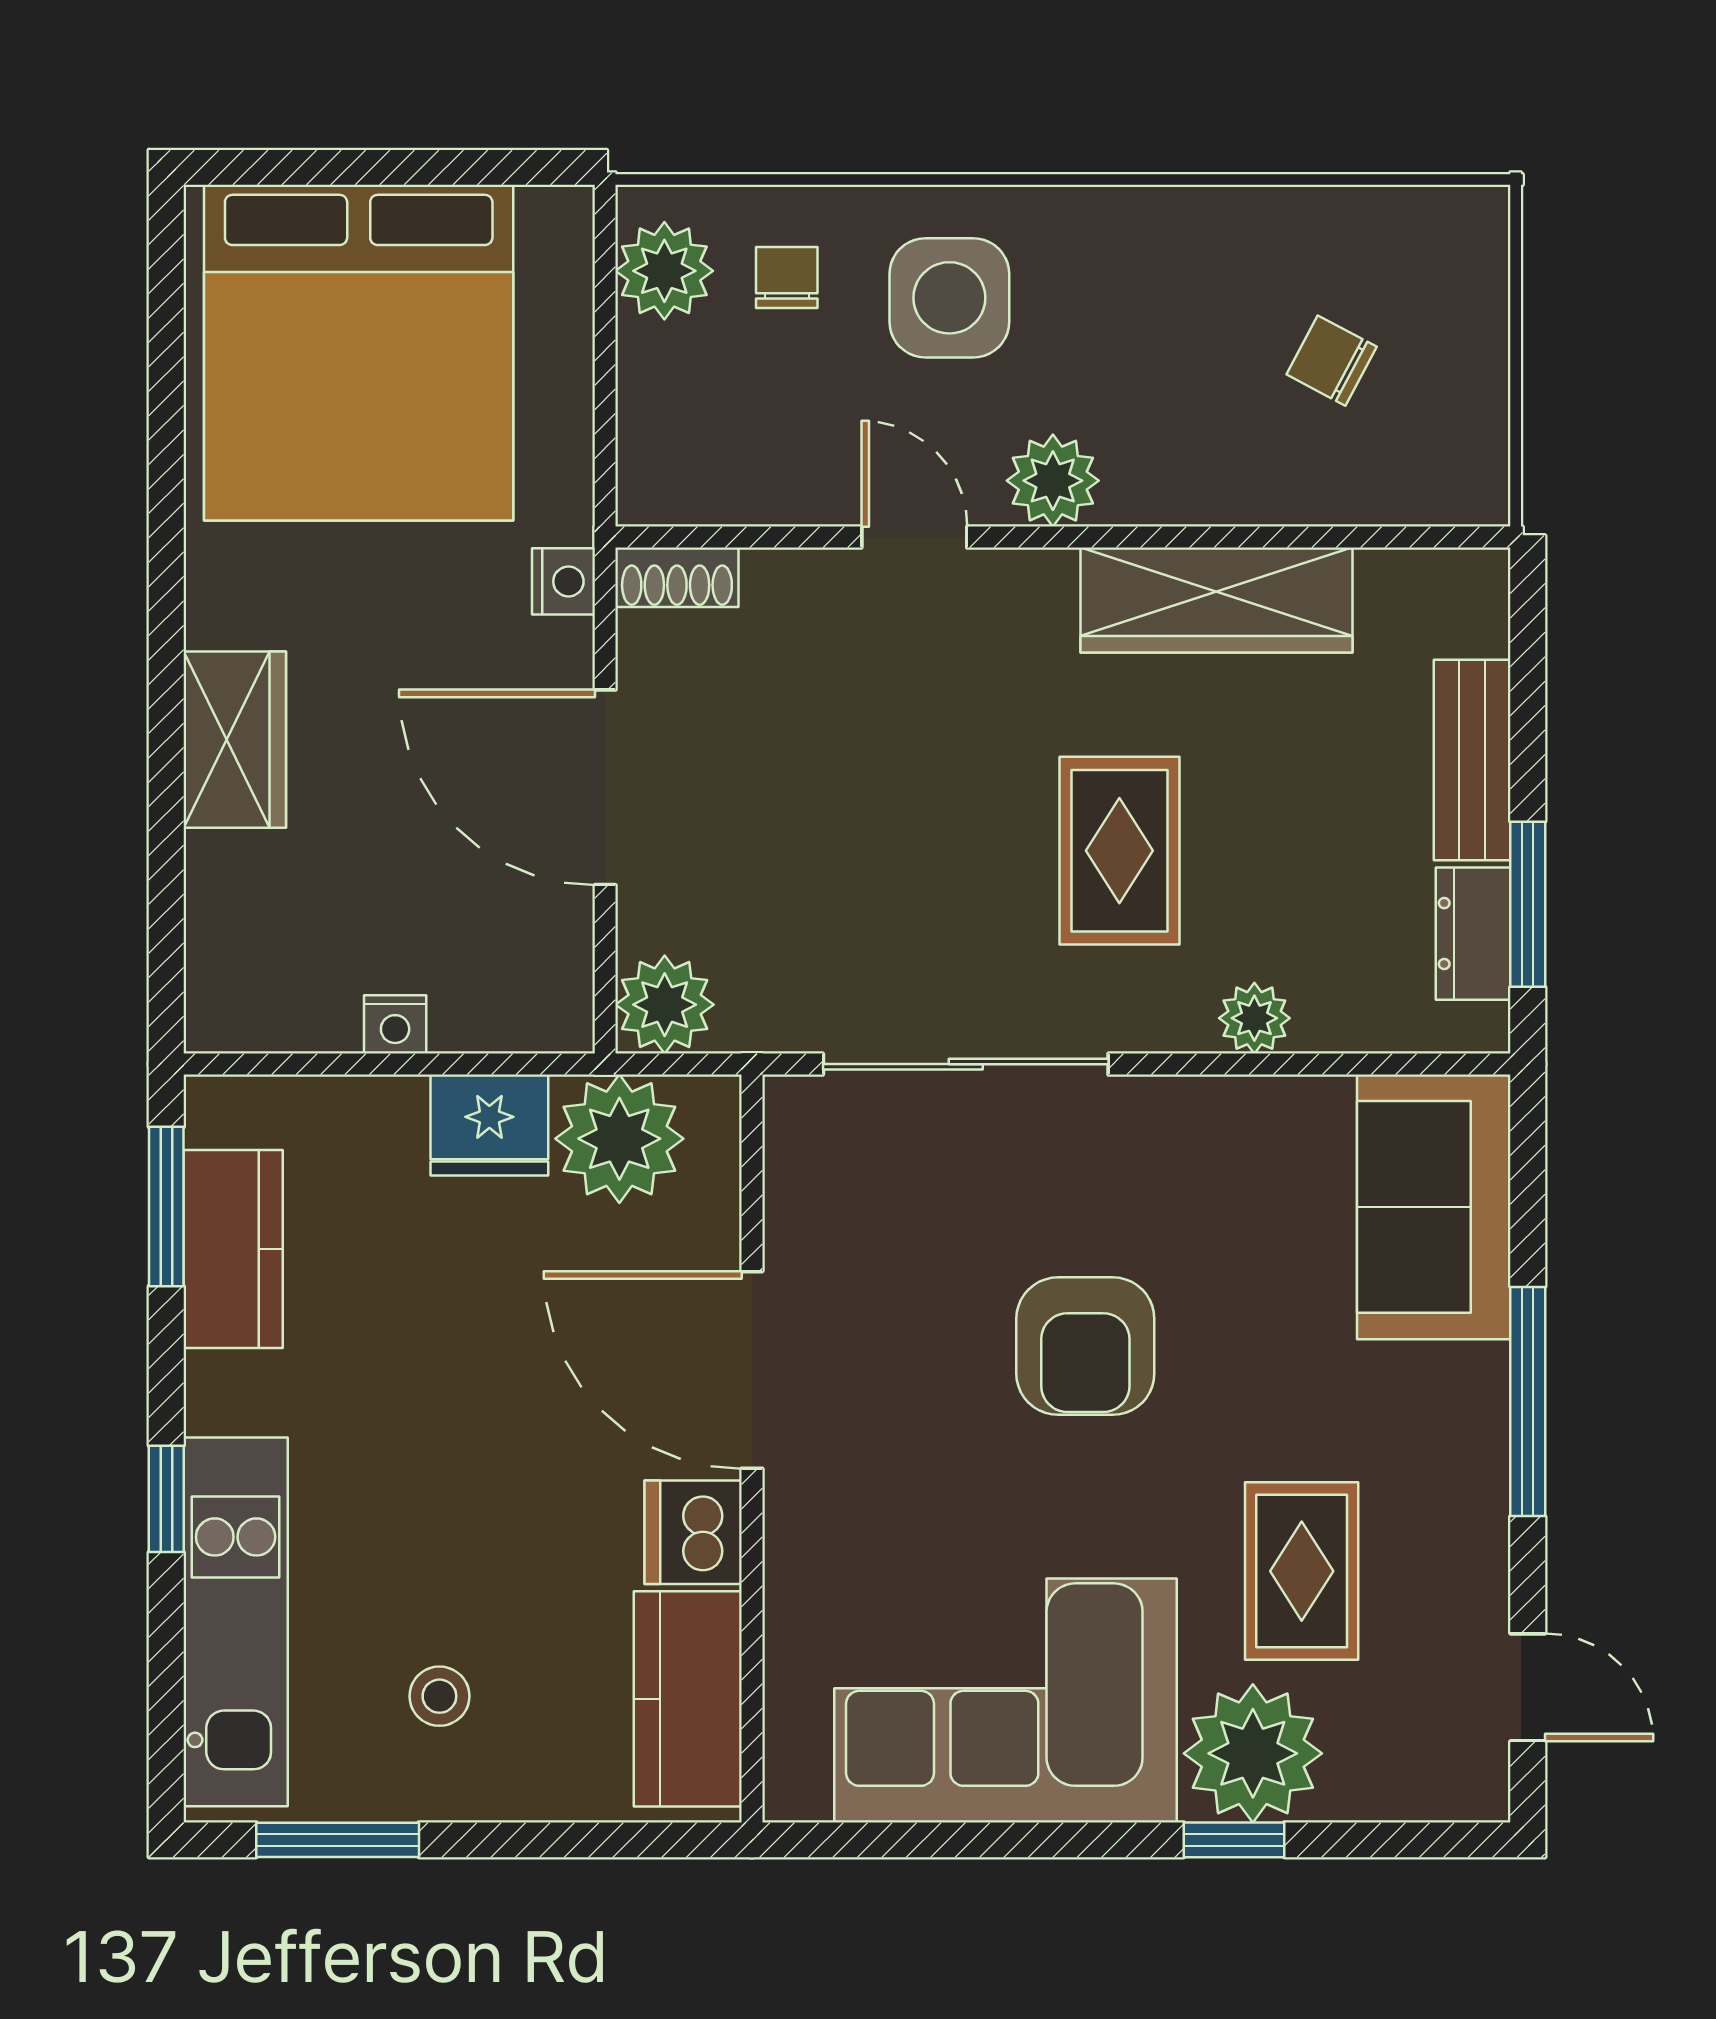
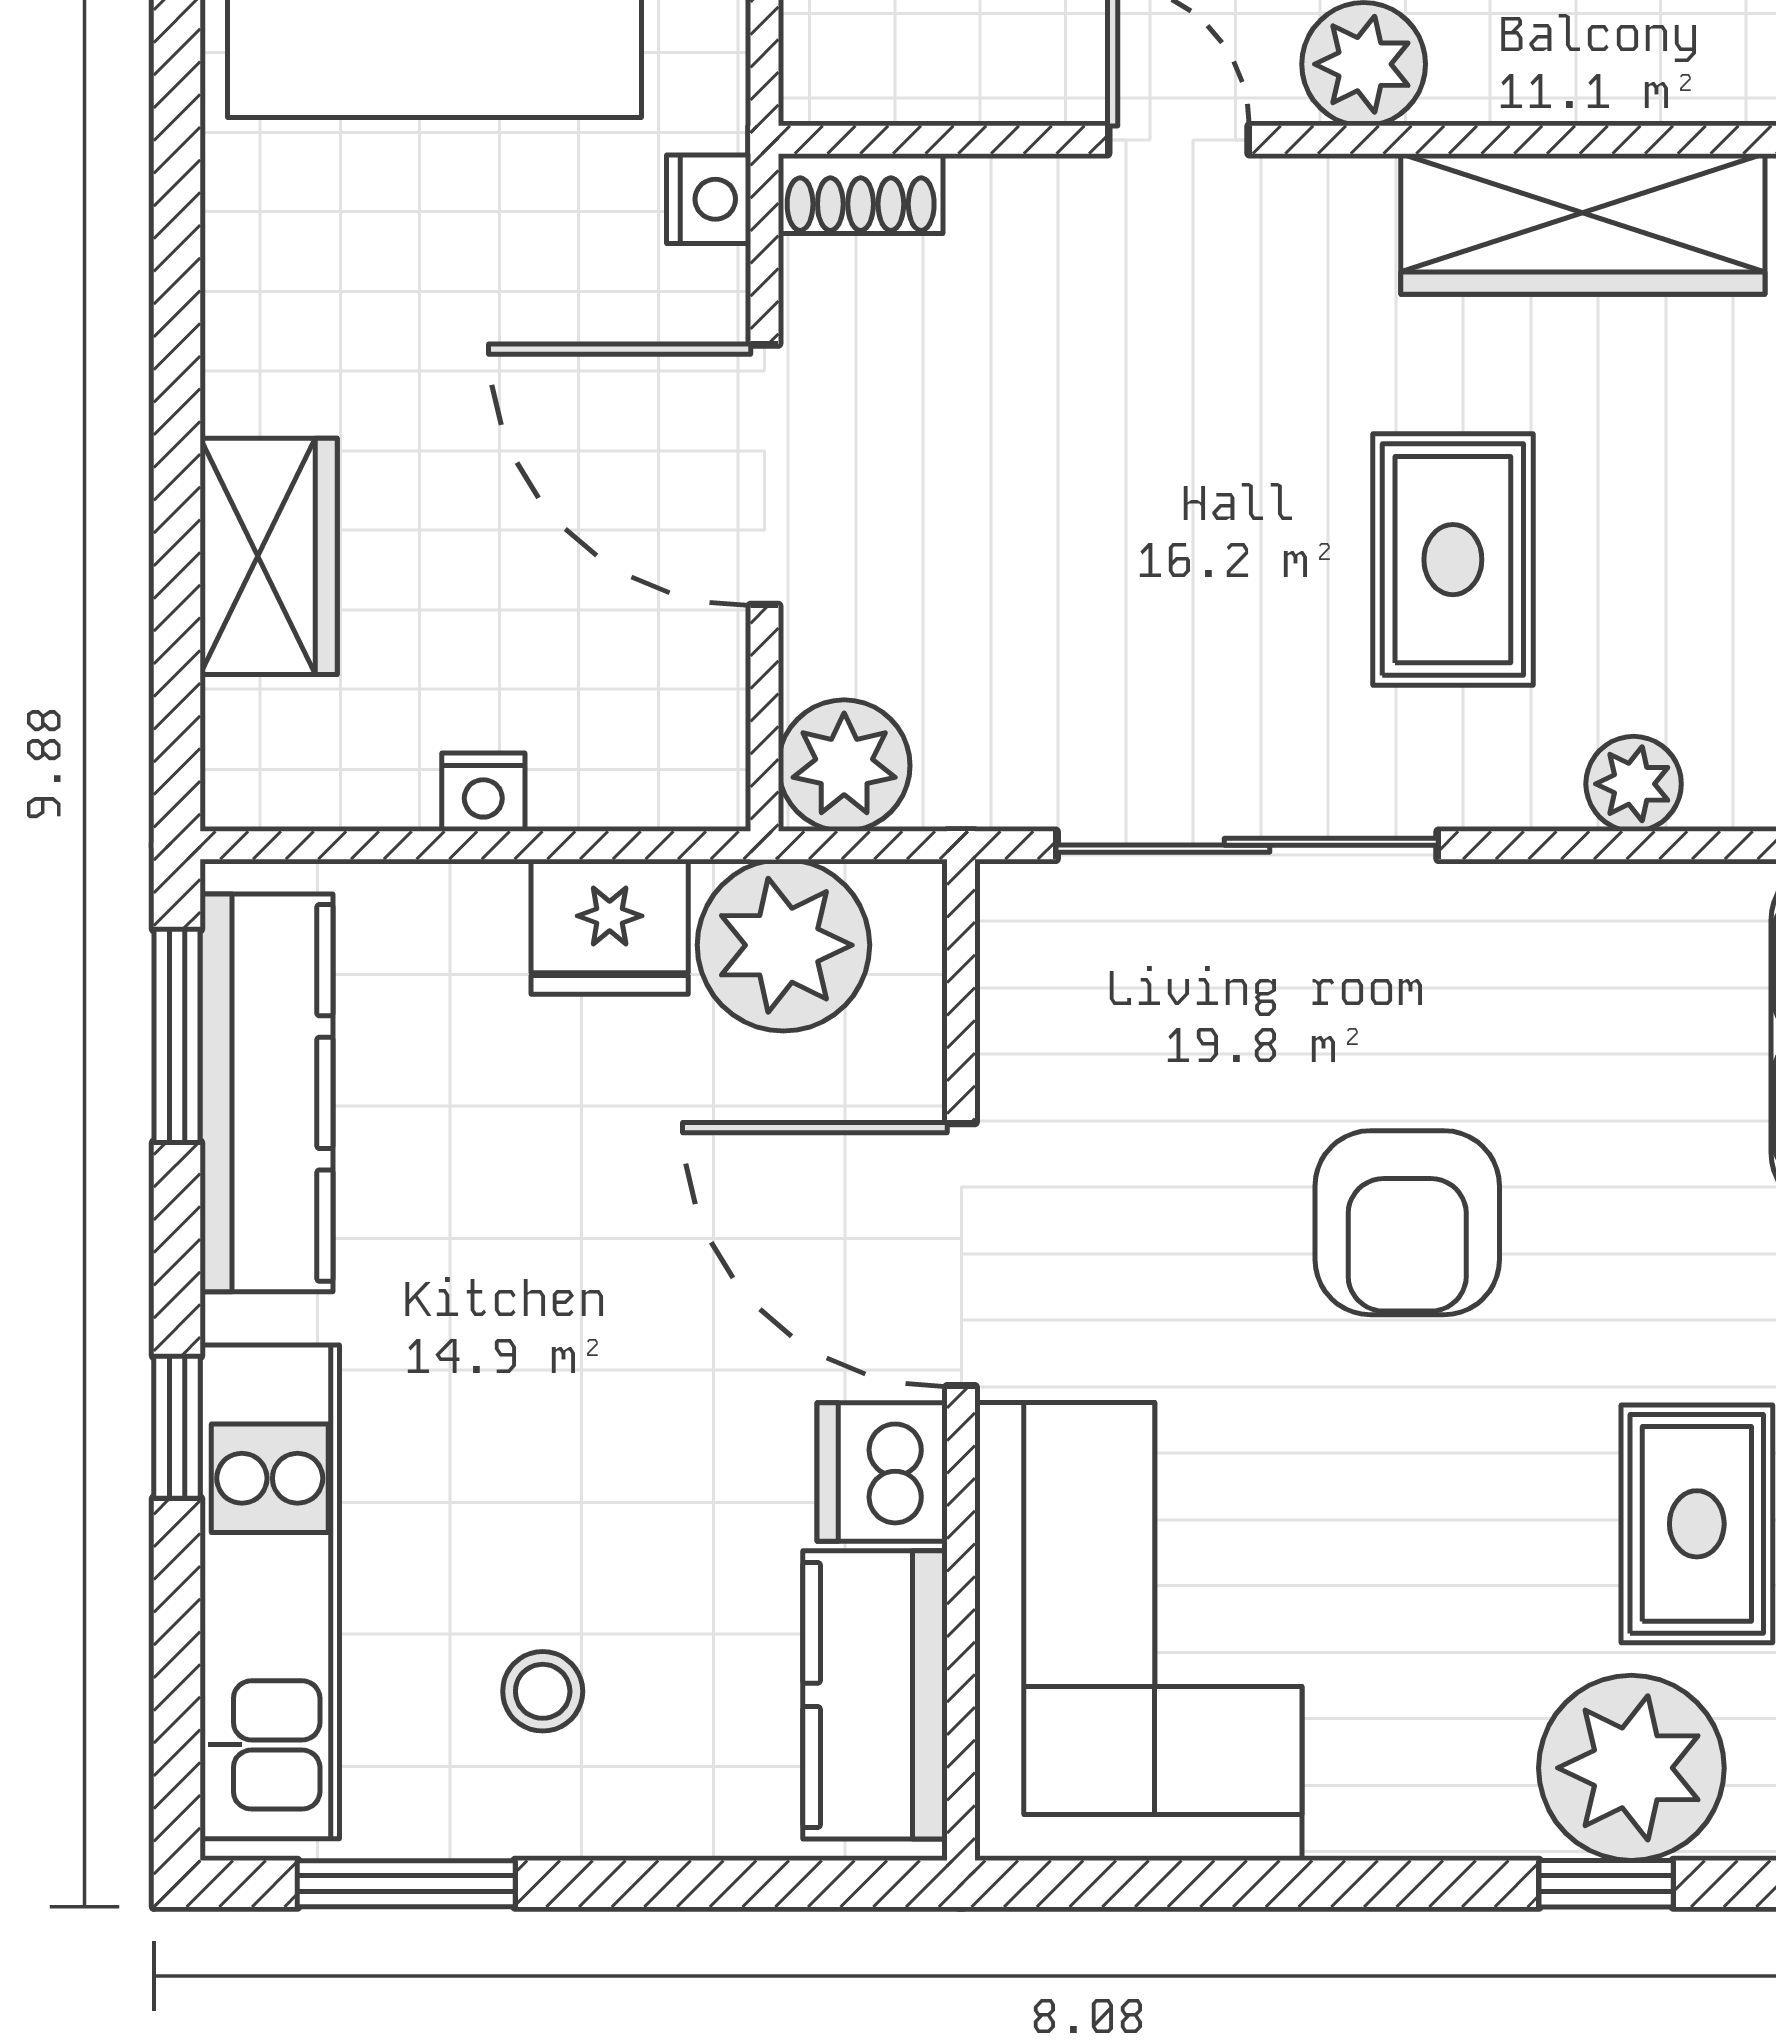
wardrobe: (235, 740) -> (269, 556), moved
kitchen counter: (233, 1249) -> (266, 1093), width x1.50
corner sofa: (1006, 1700) -> (1138, 1631), moved, turned 90

